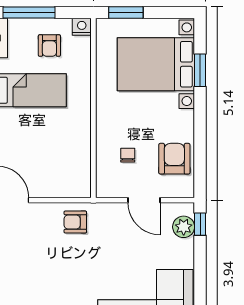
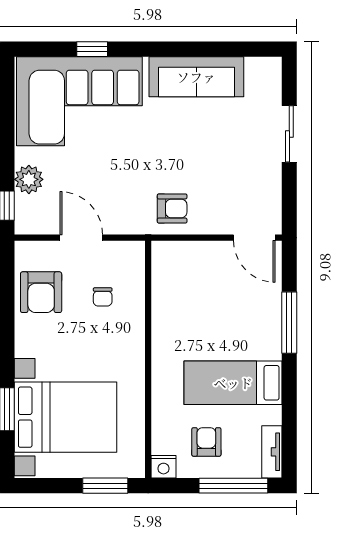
plant: (184, 227) -> (29, 179), moved

